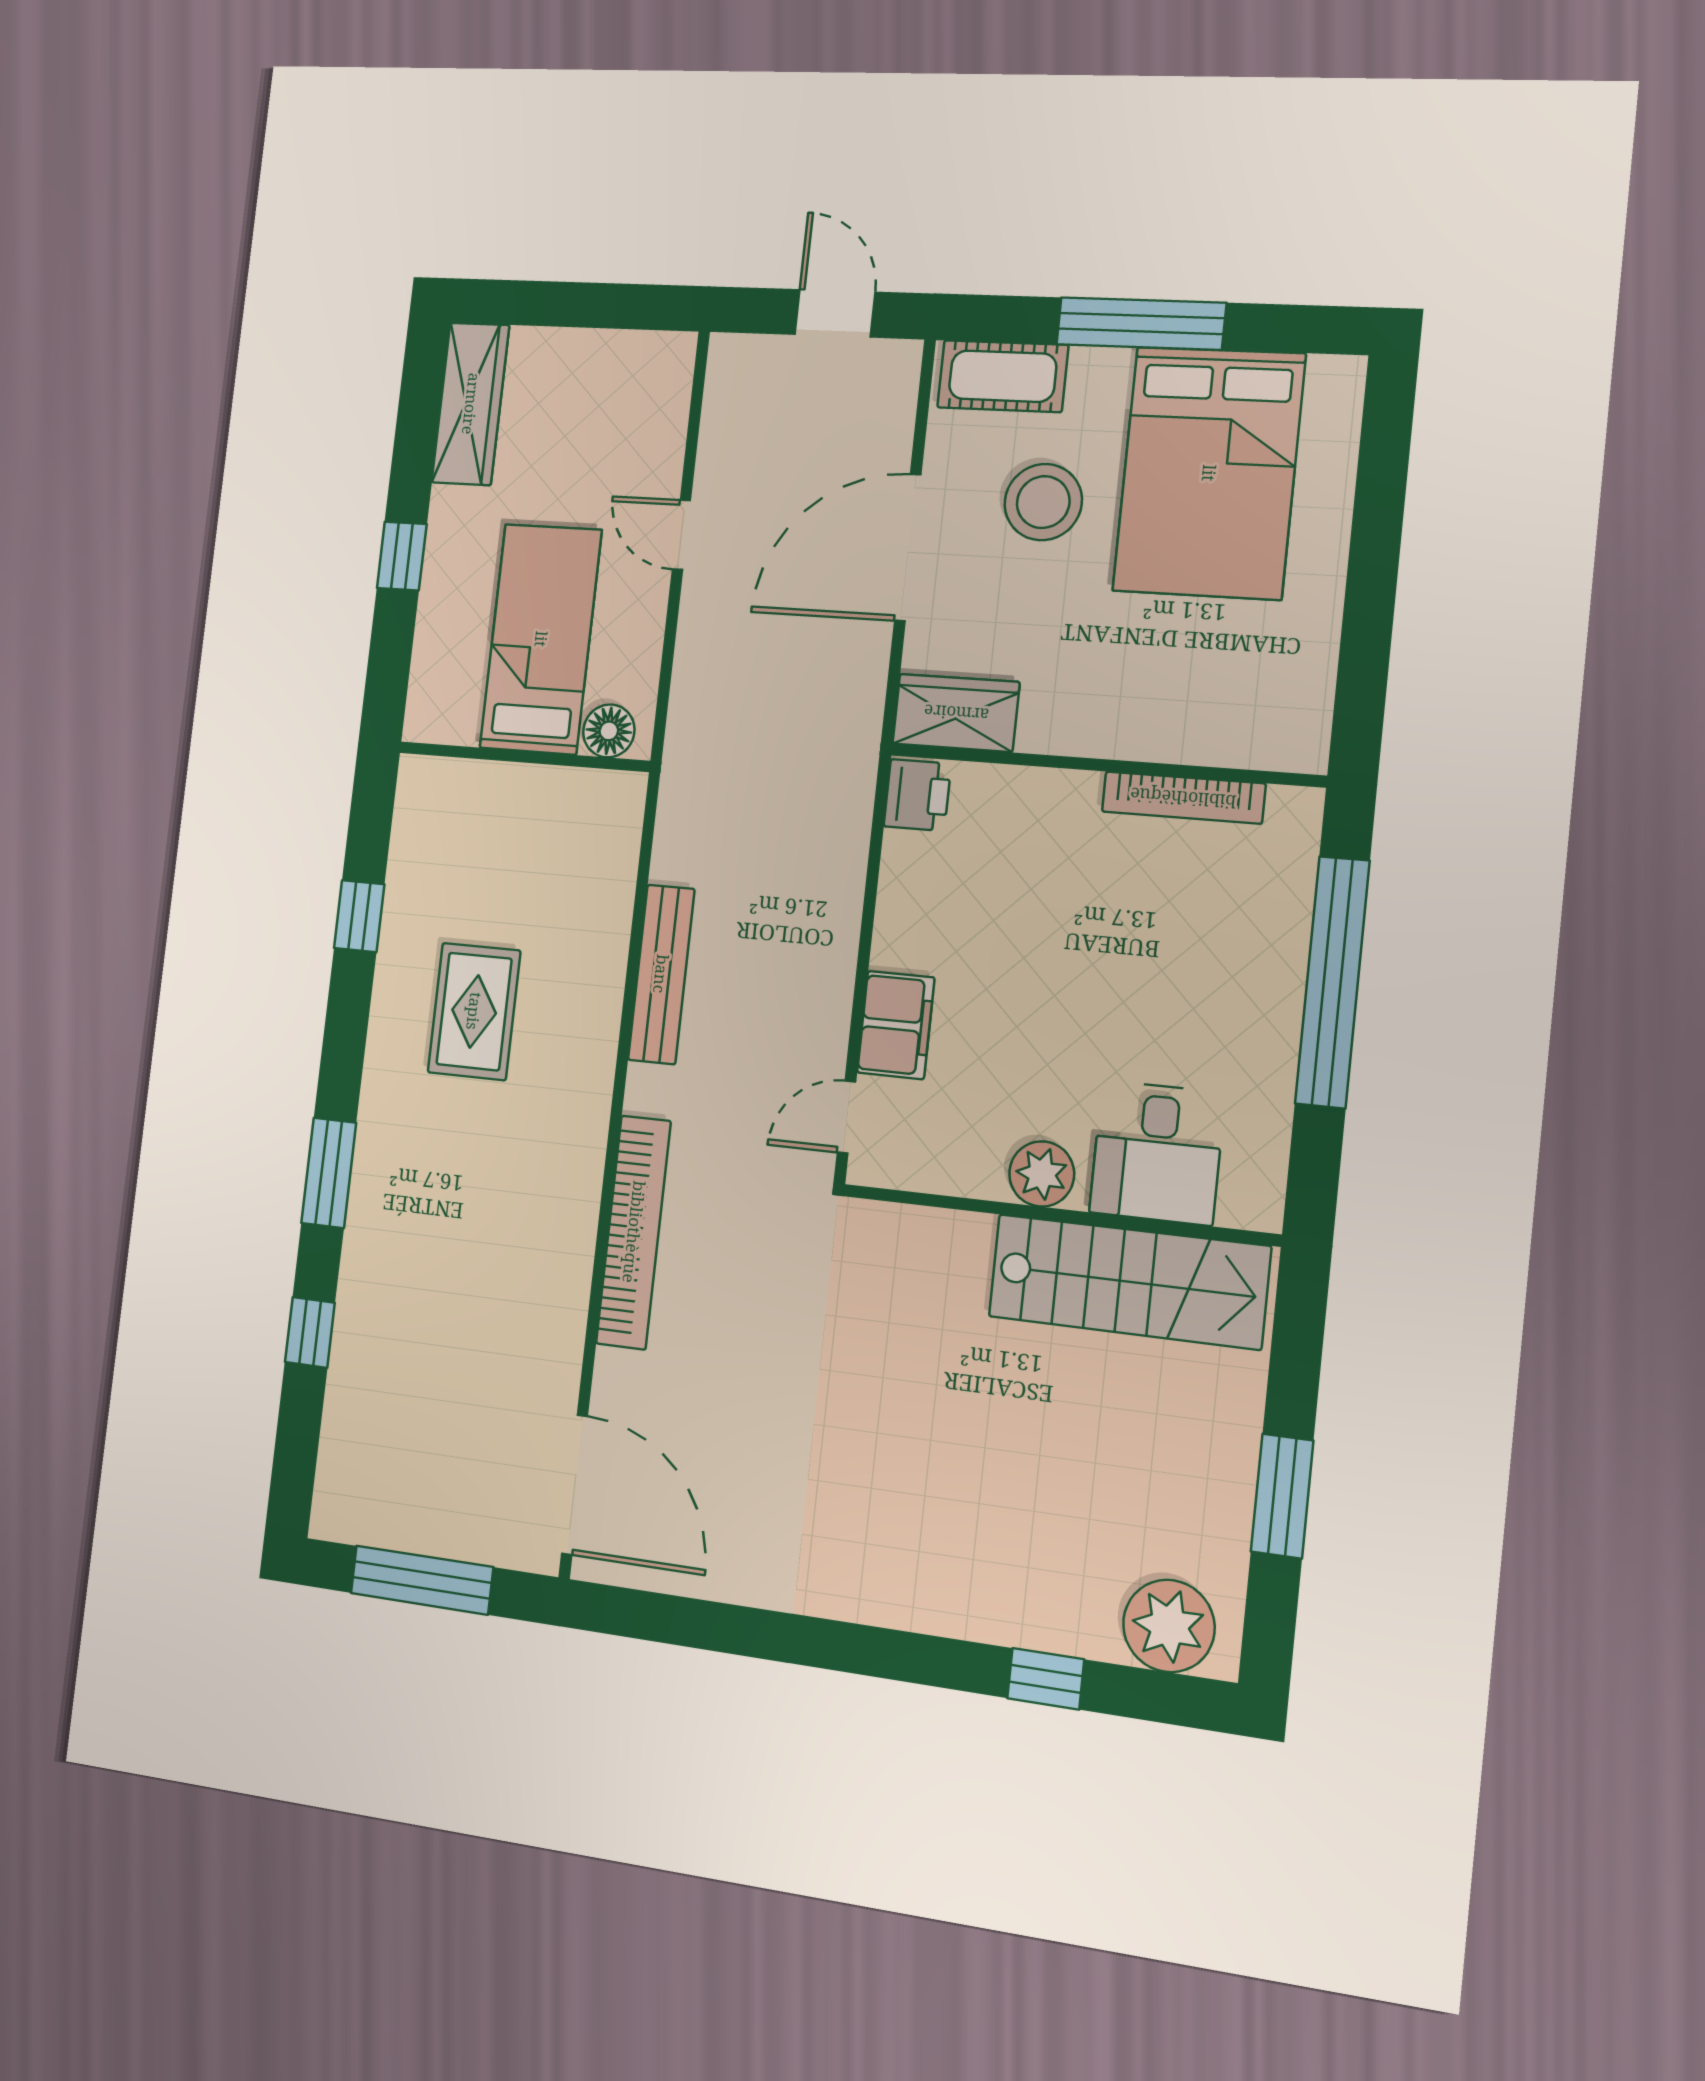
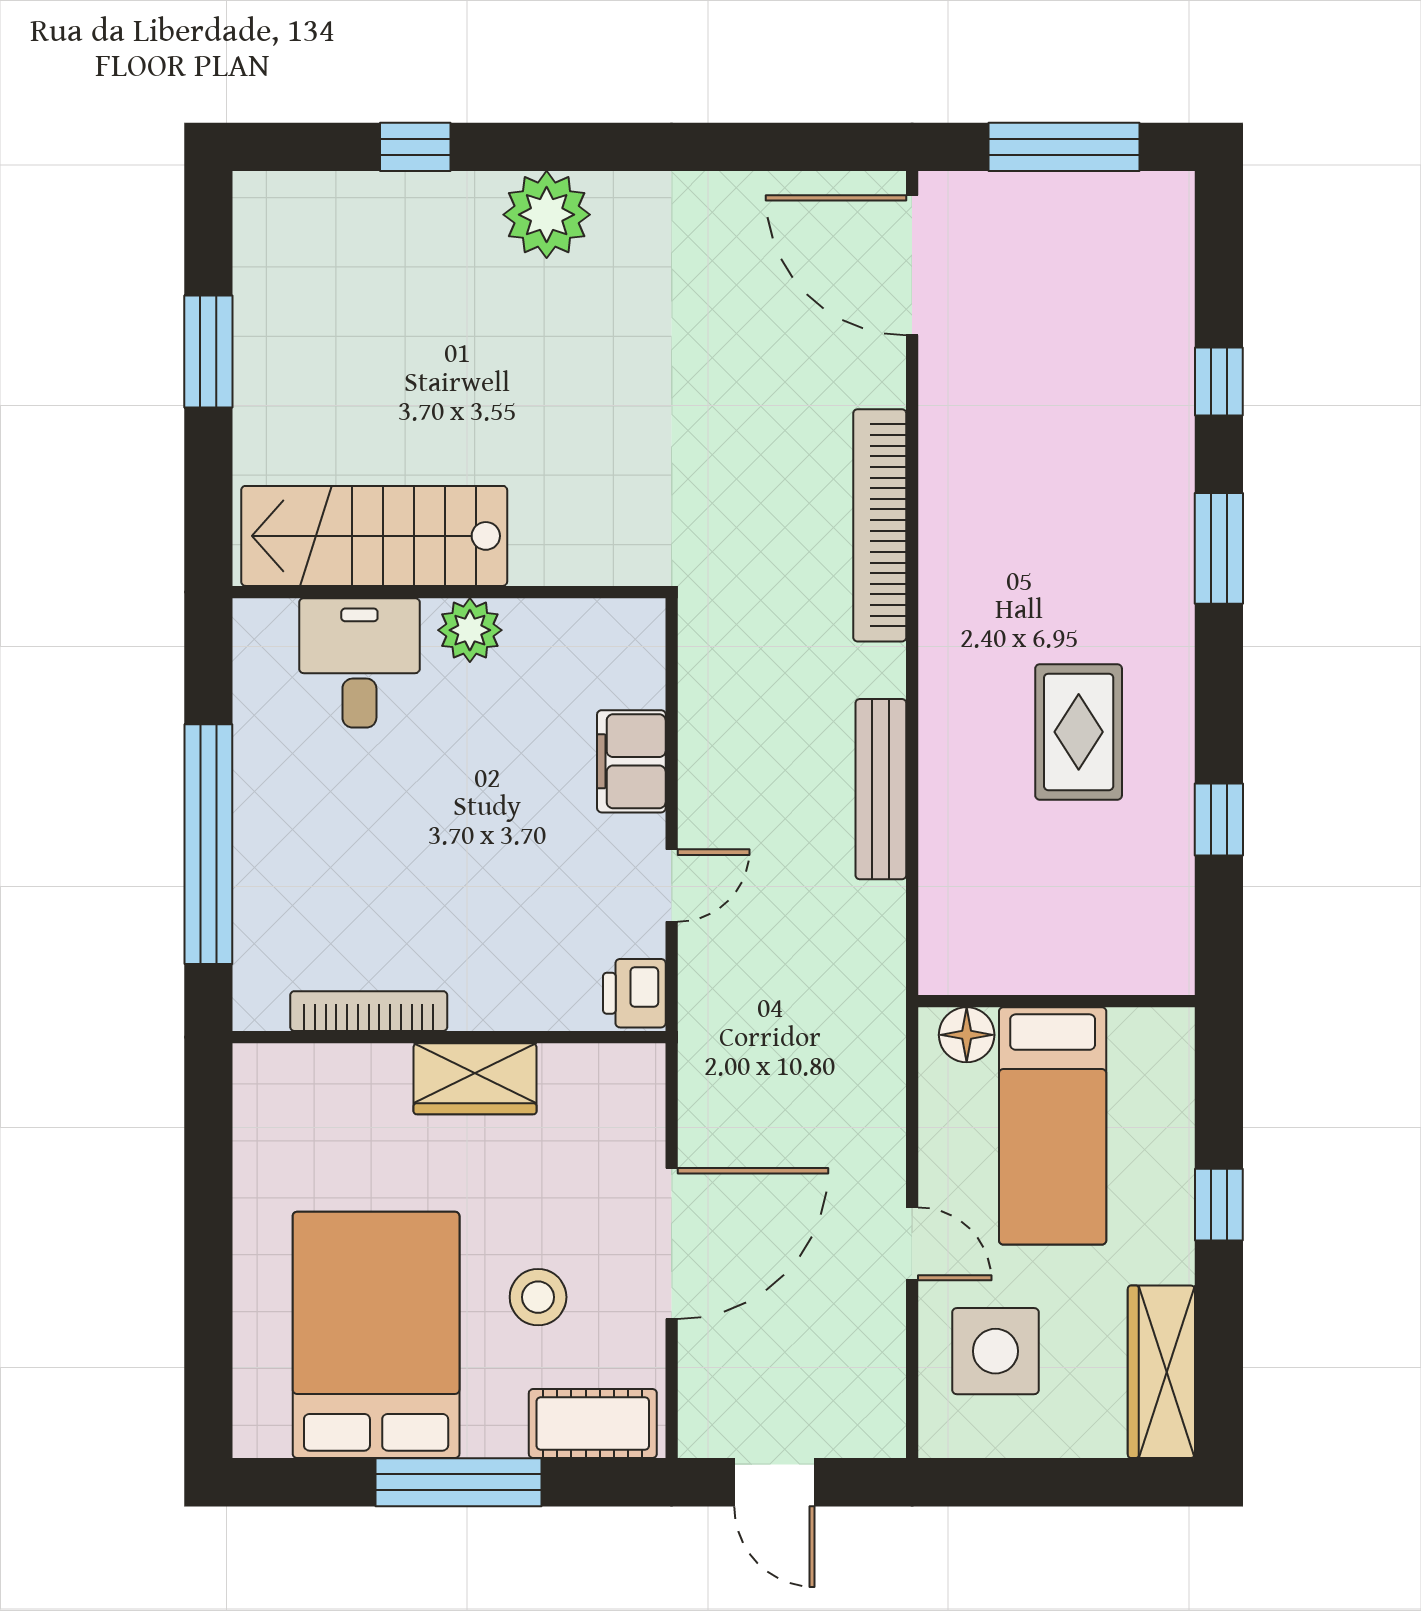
side table: (617, 430) -> (995, 1351), added
stool: (1043, 502) -> (538, 1297), width x0.73, depth x0.73
wardrobe: (956, 713) -> (475, 1079), moved
door: (847, 1117) -> (672, 885), moved
plant: (1169, 1626) -> (547, 215), moved

